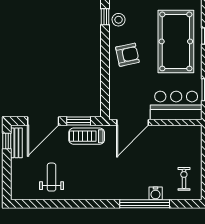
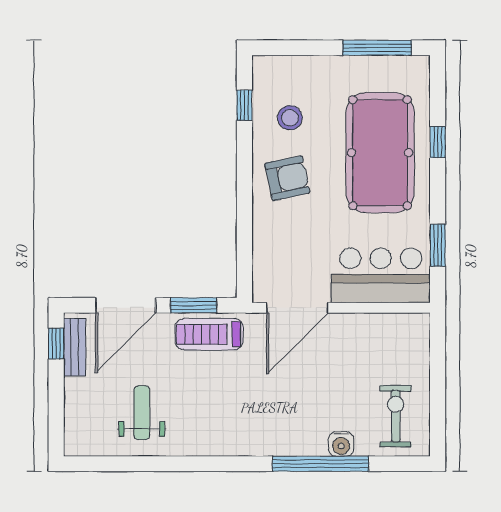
stool: (119, 20) -> (290, 118), moved
exercise bike: (184, 179) -> (396, 416), width x1.38, depth x1.39

